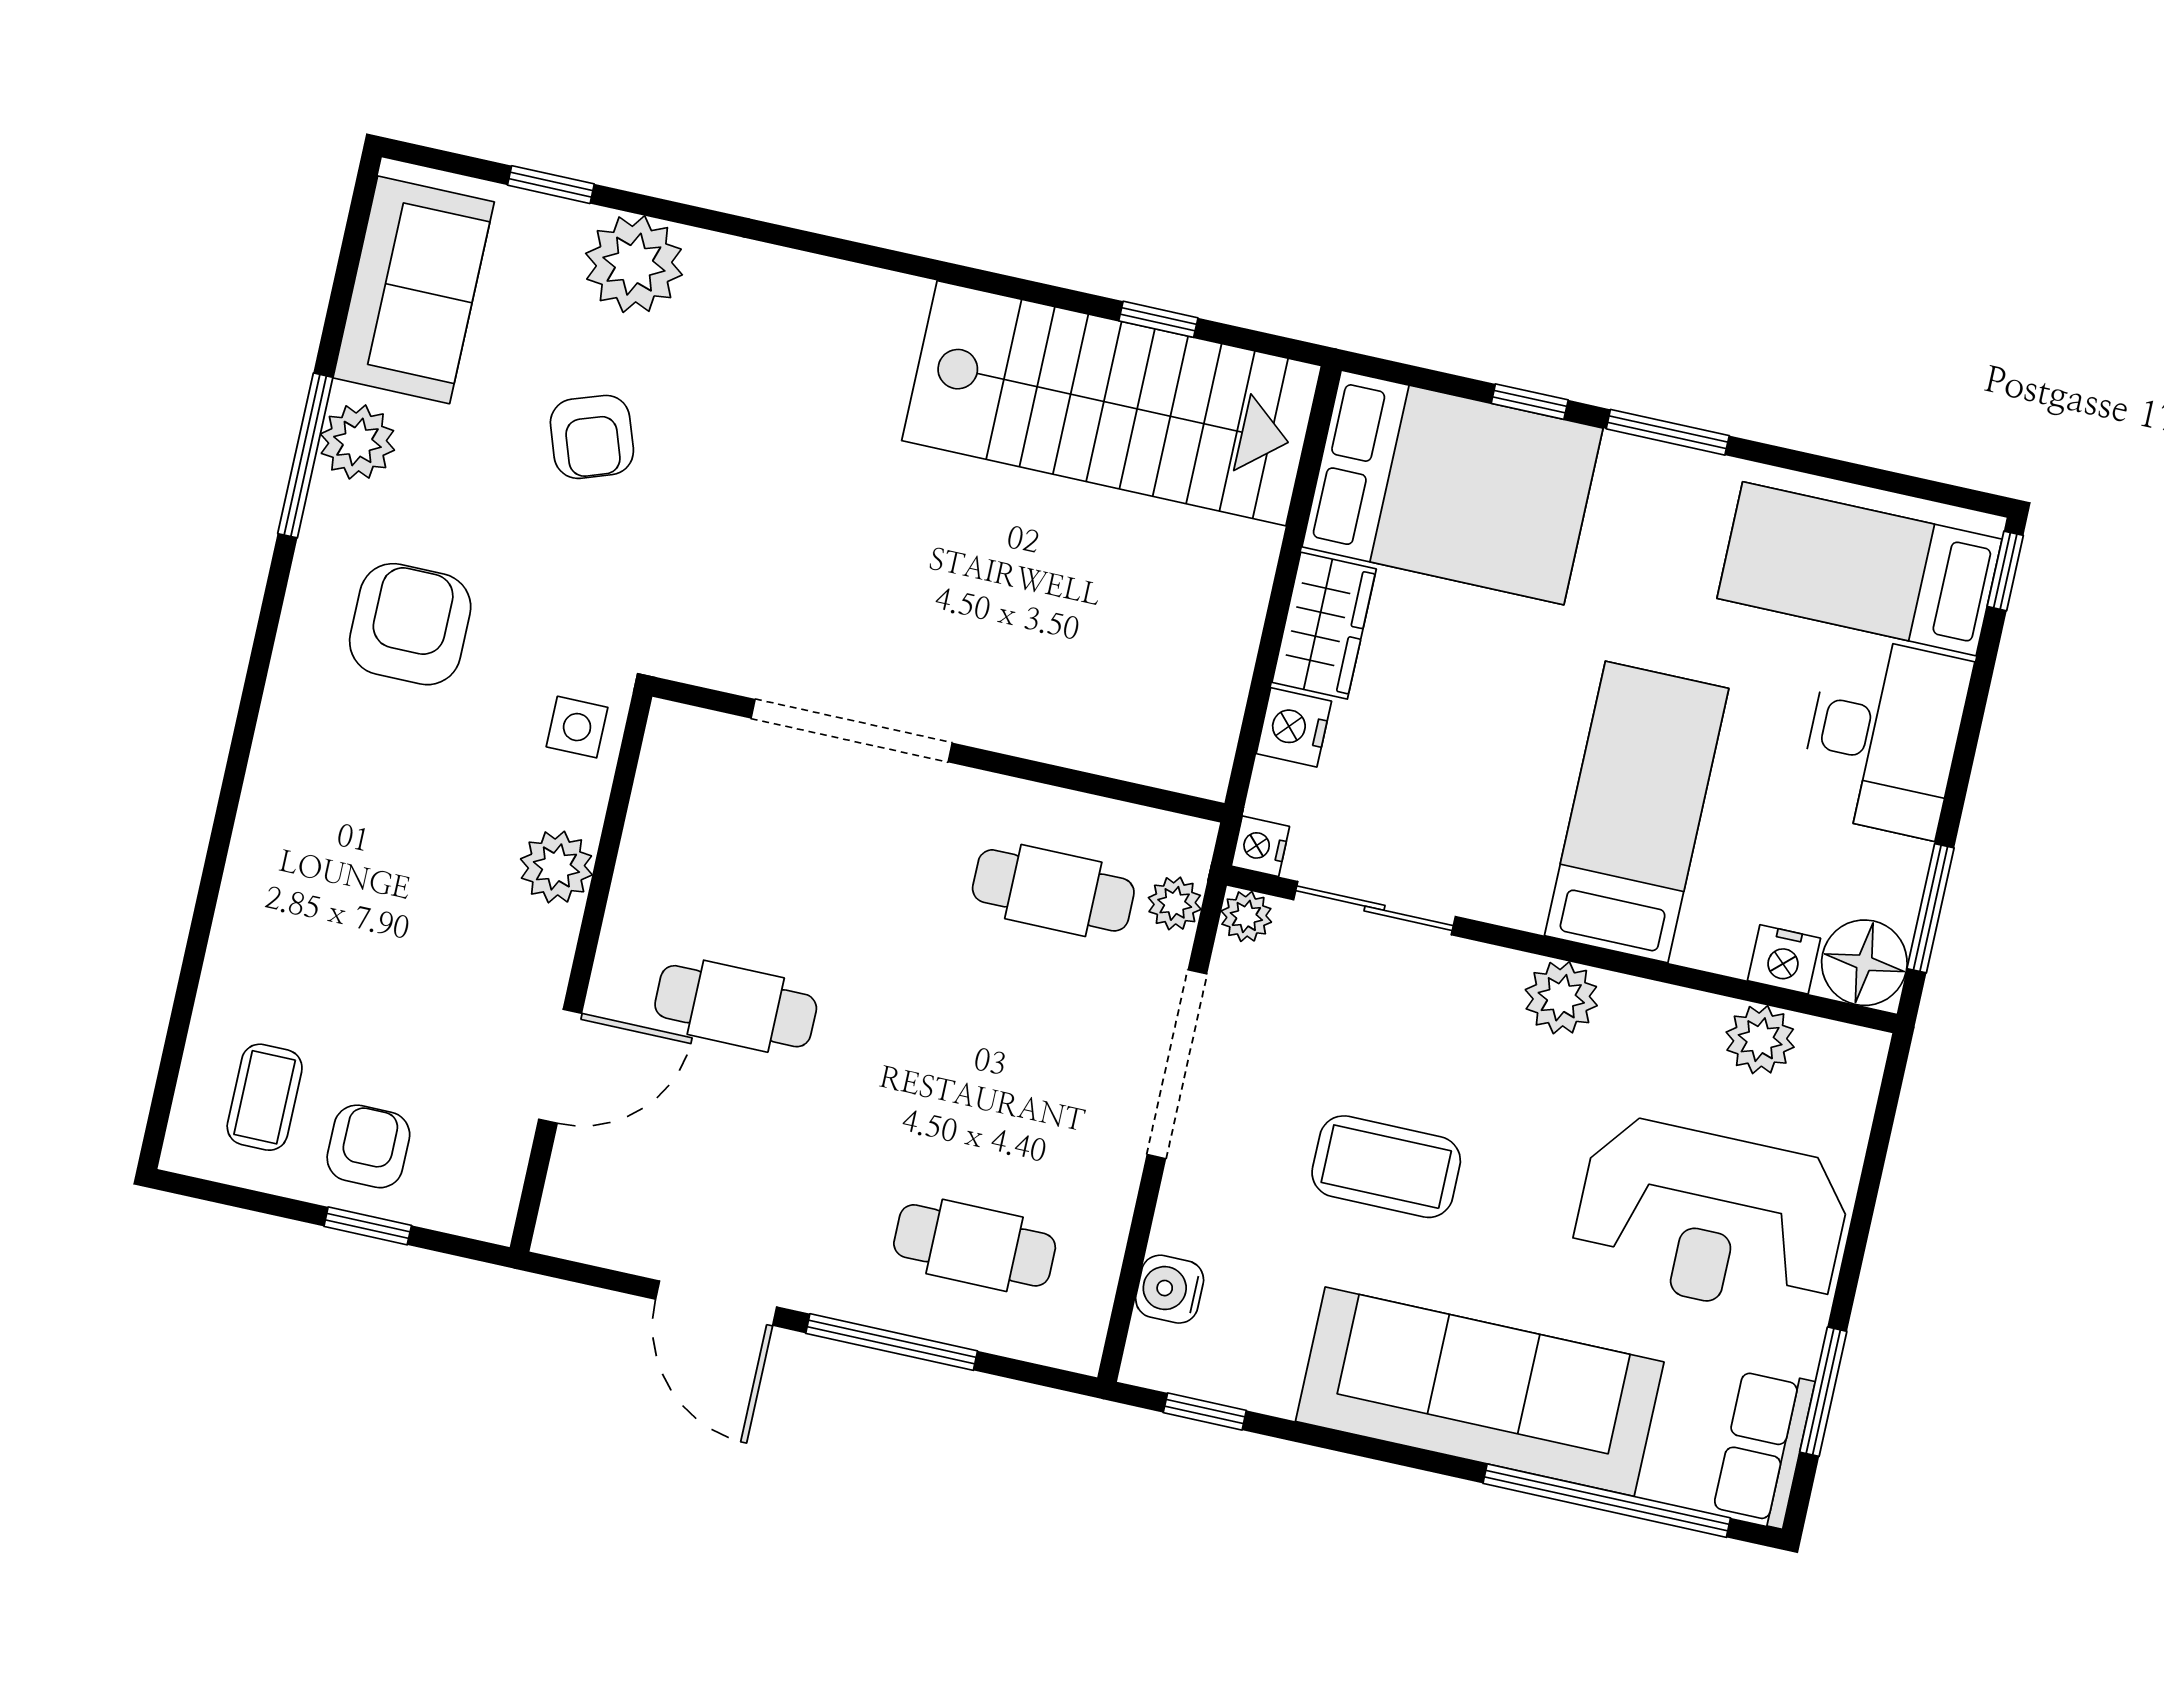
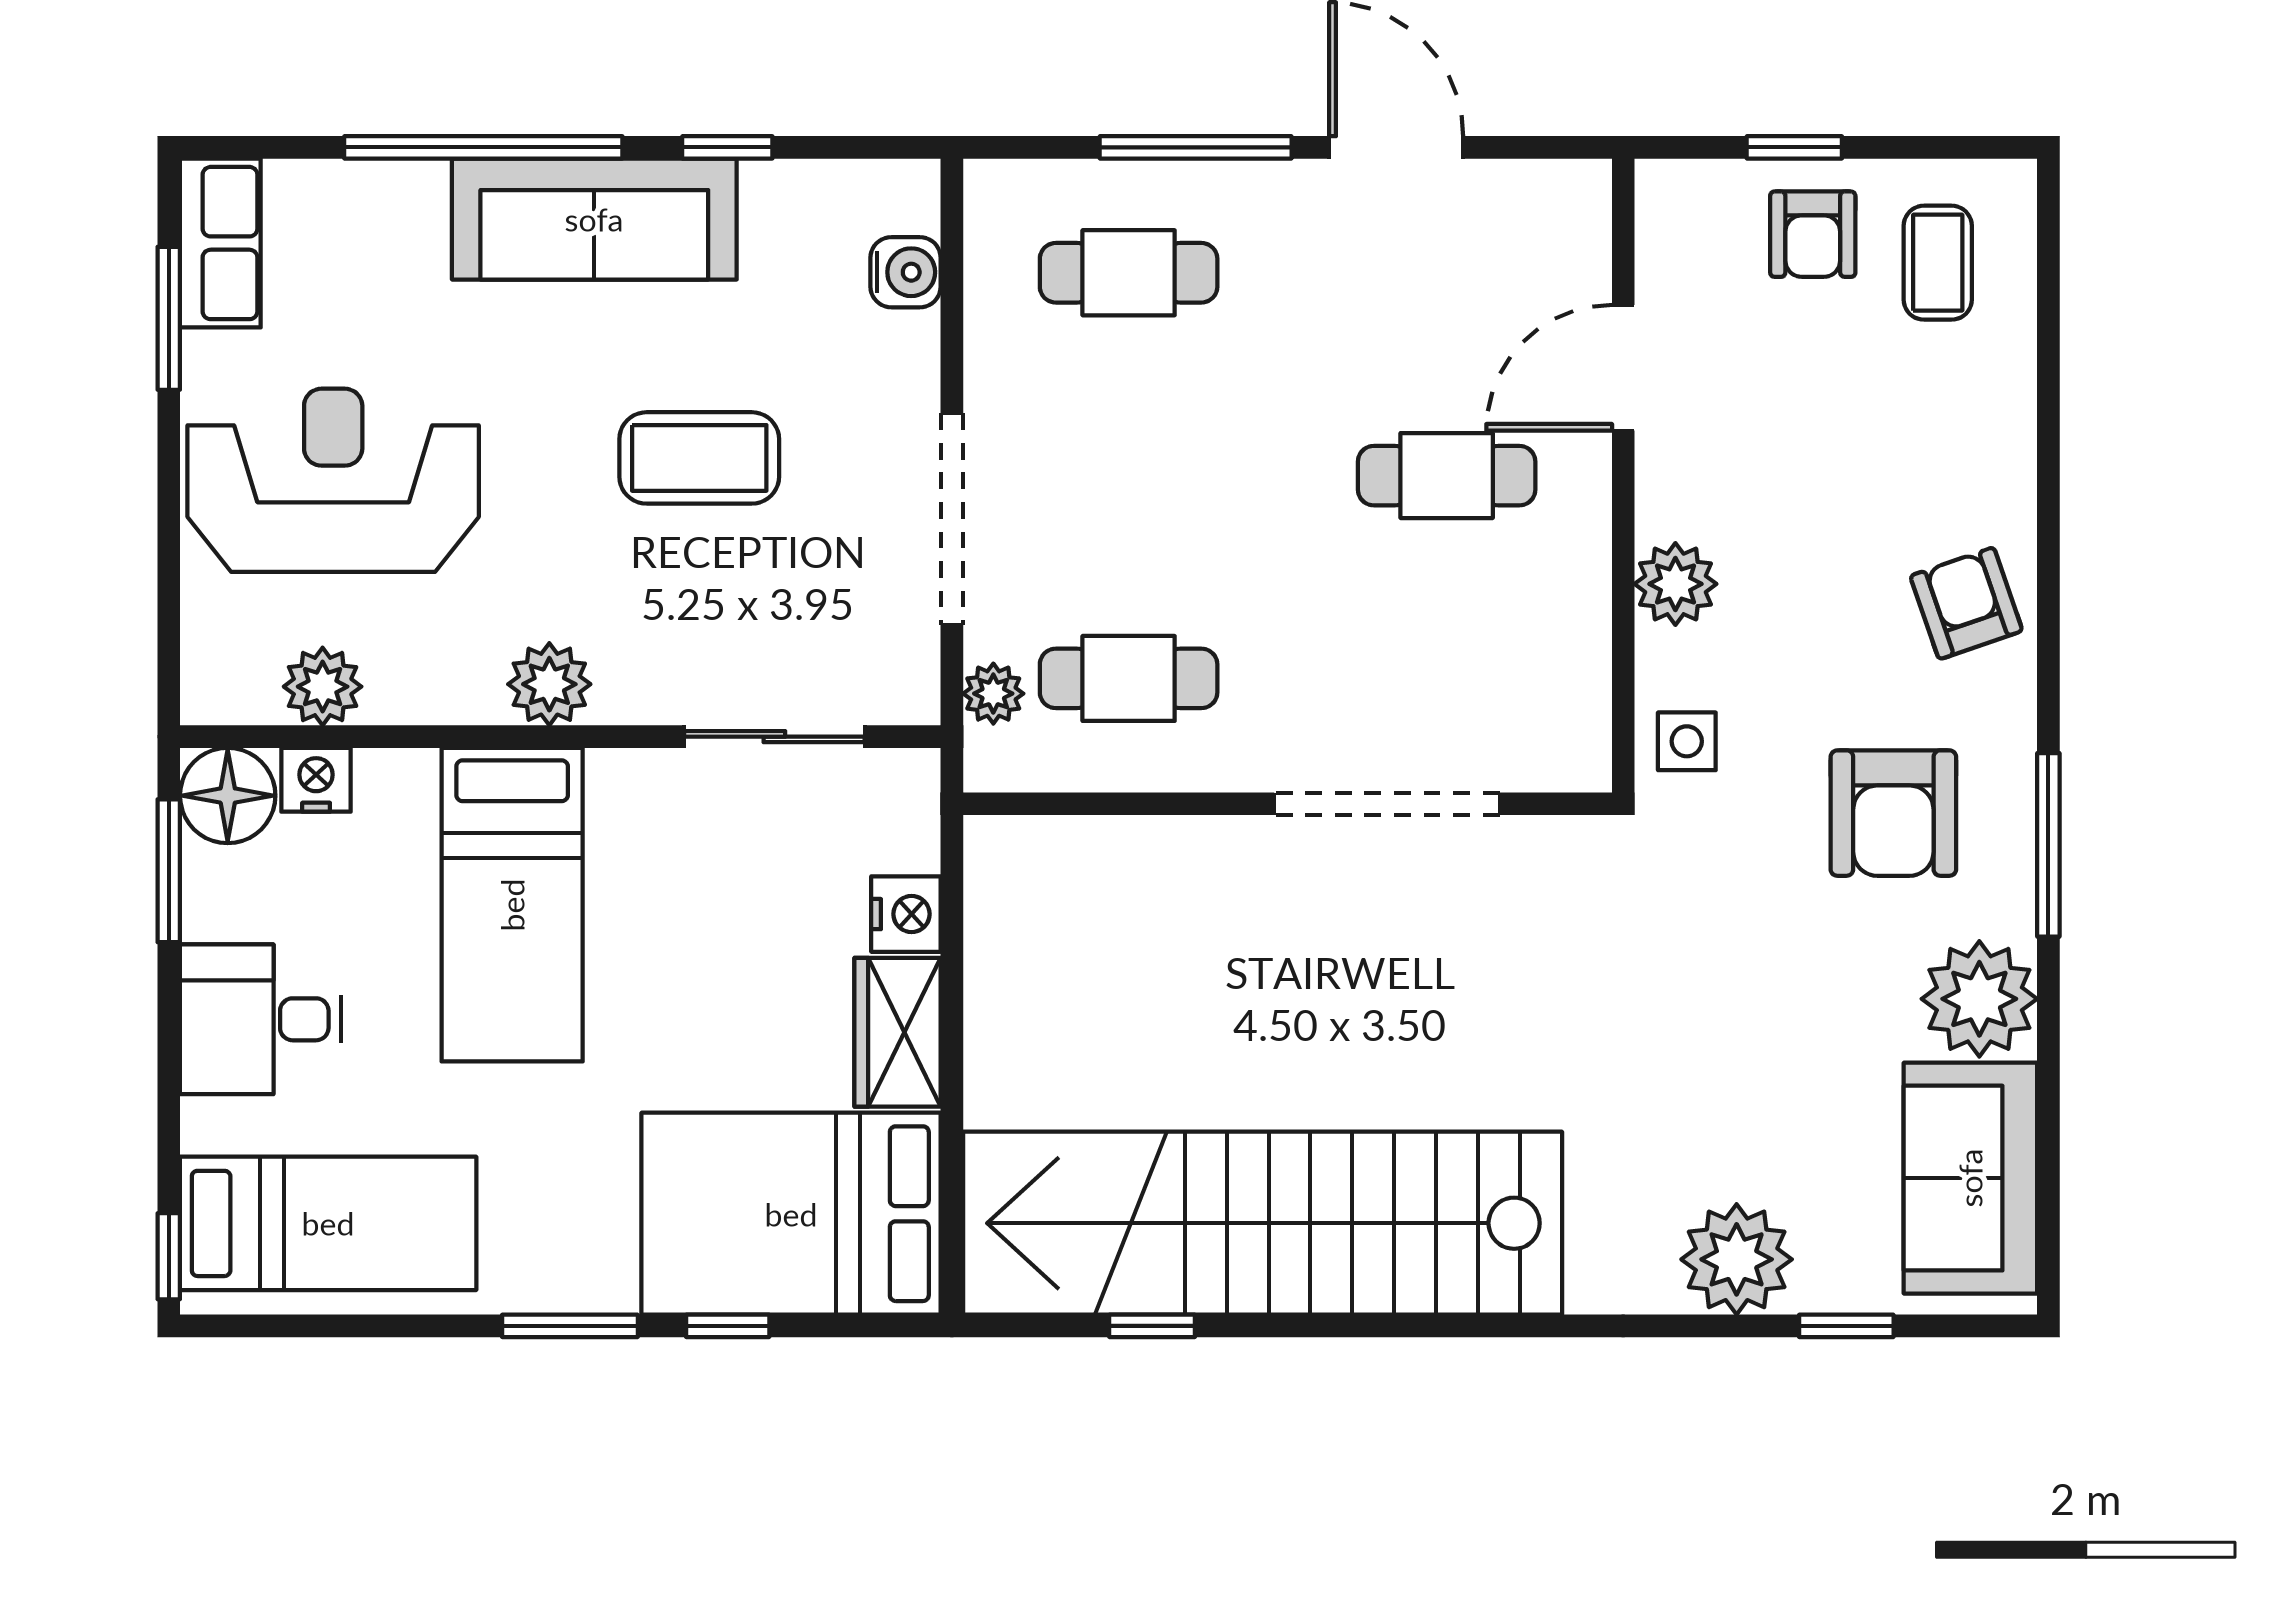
stairs: (1112, 403) -> (1263, 1223), width x1.36
armchair: (592, 437) -> (1966, 603), moved
plant: (357, 442) -> (1979, 999), width x1.36, depth x1.36
window: (305, 455) -> (2048, 845), moved
desk: (1884, 736) -> (261, 1019), width x0.73
nightstand: (1260, 846) -> (914, 777), removed
plant: (1246, 916) -> (912, 697), removed
sofa: (1480, 1392) -> (594, 219), width x0.74, depth x0.79
window: (1205, 1412) -> (727, 147), moved
window: (1607, 1501) -> (483, 147), moved

